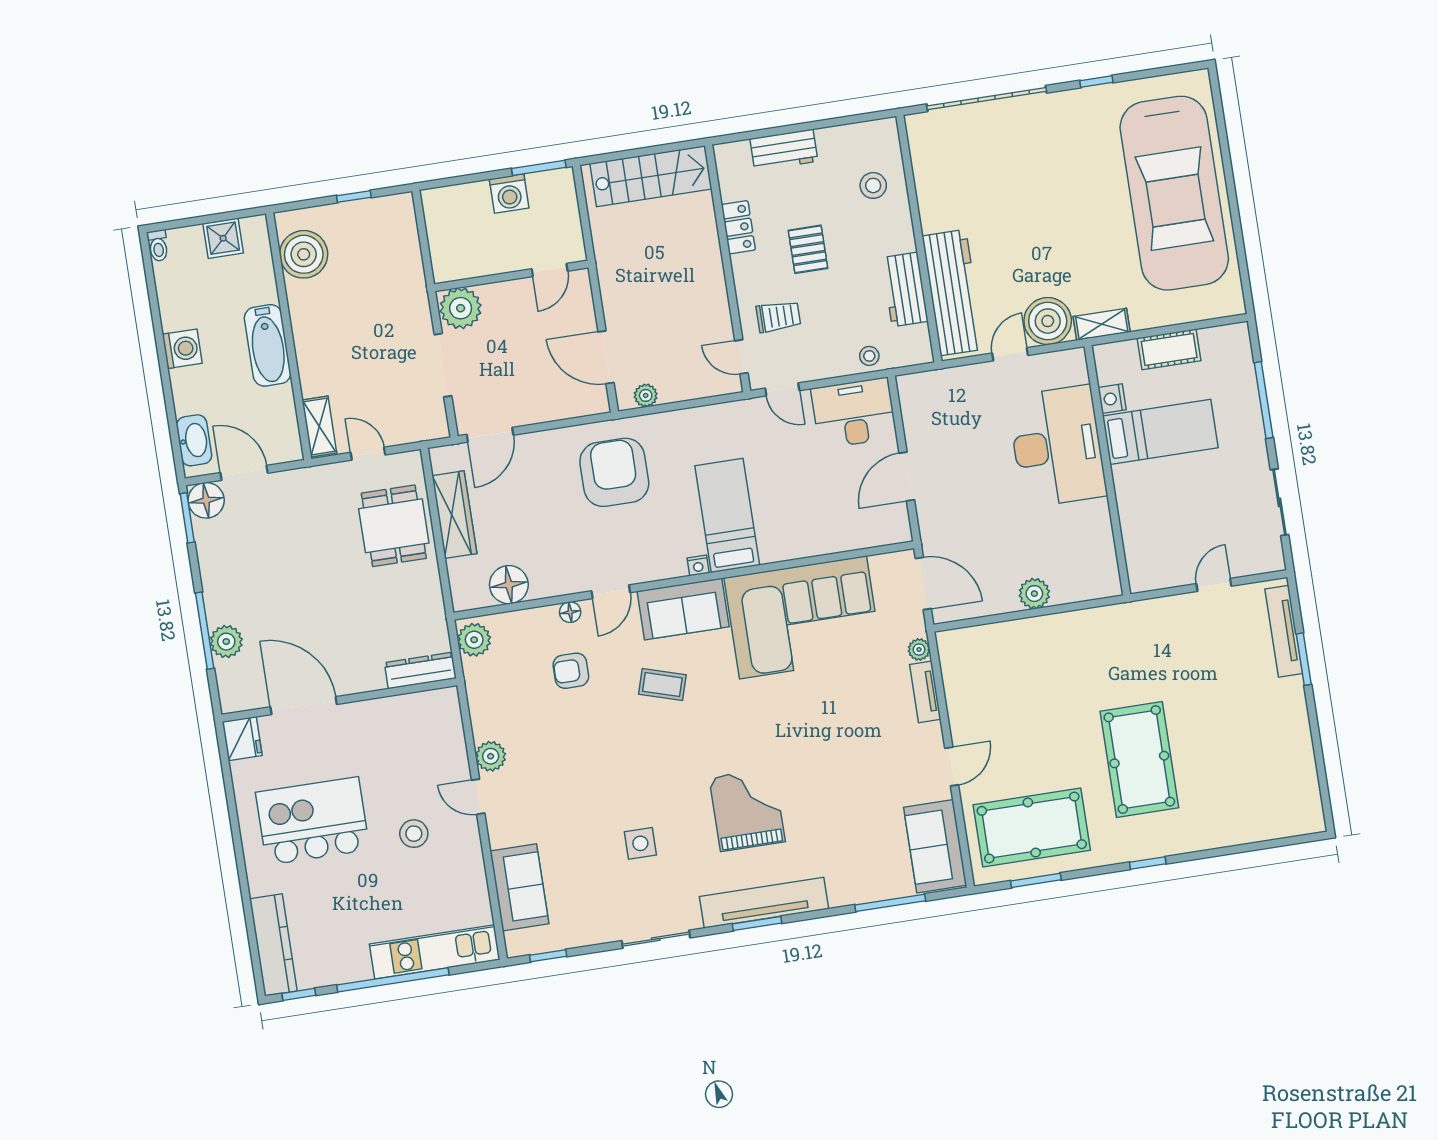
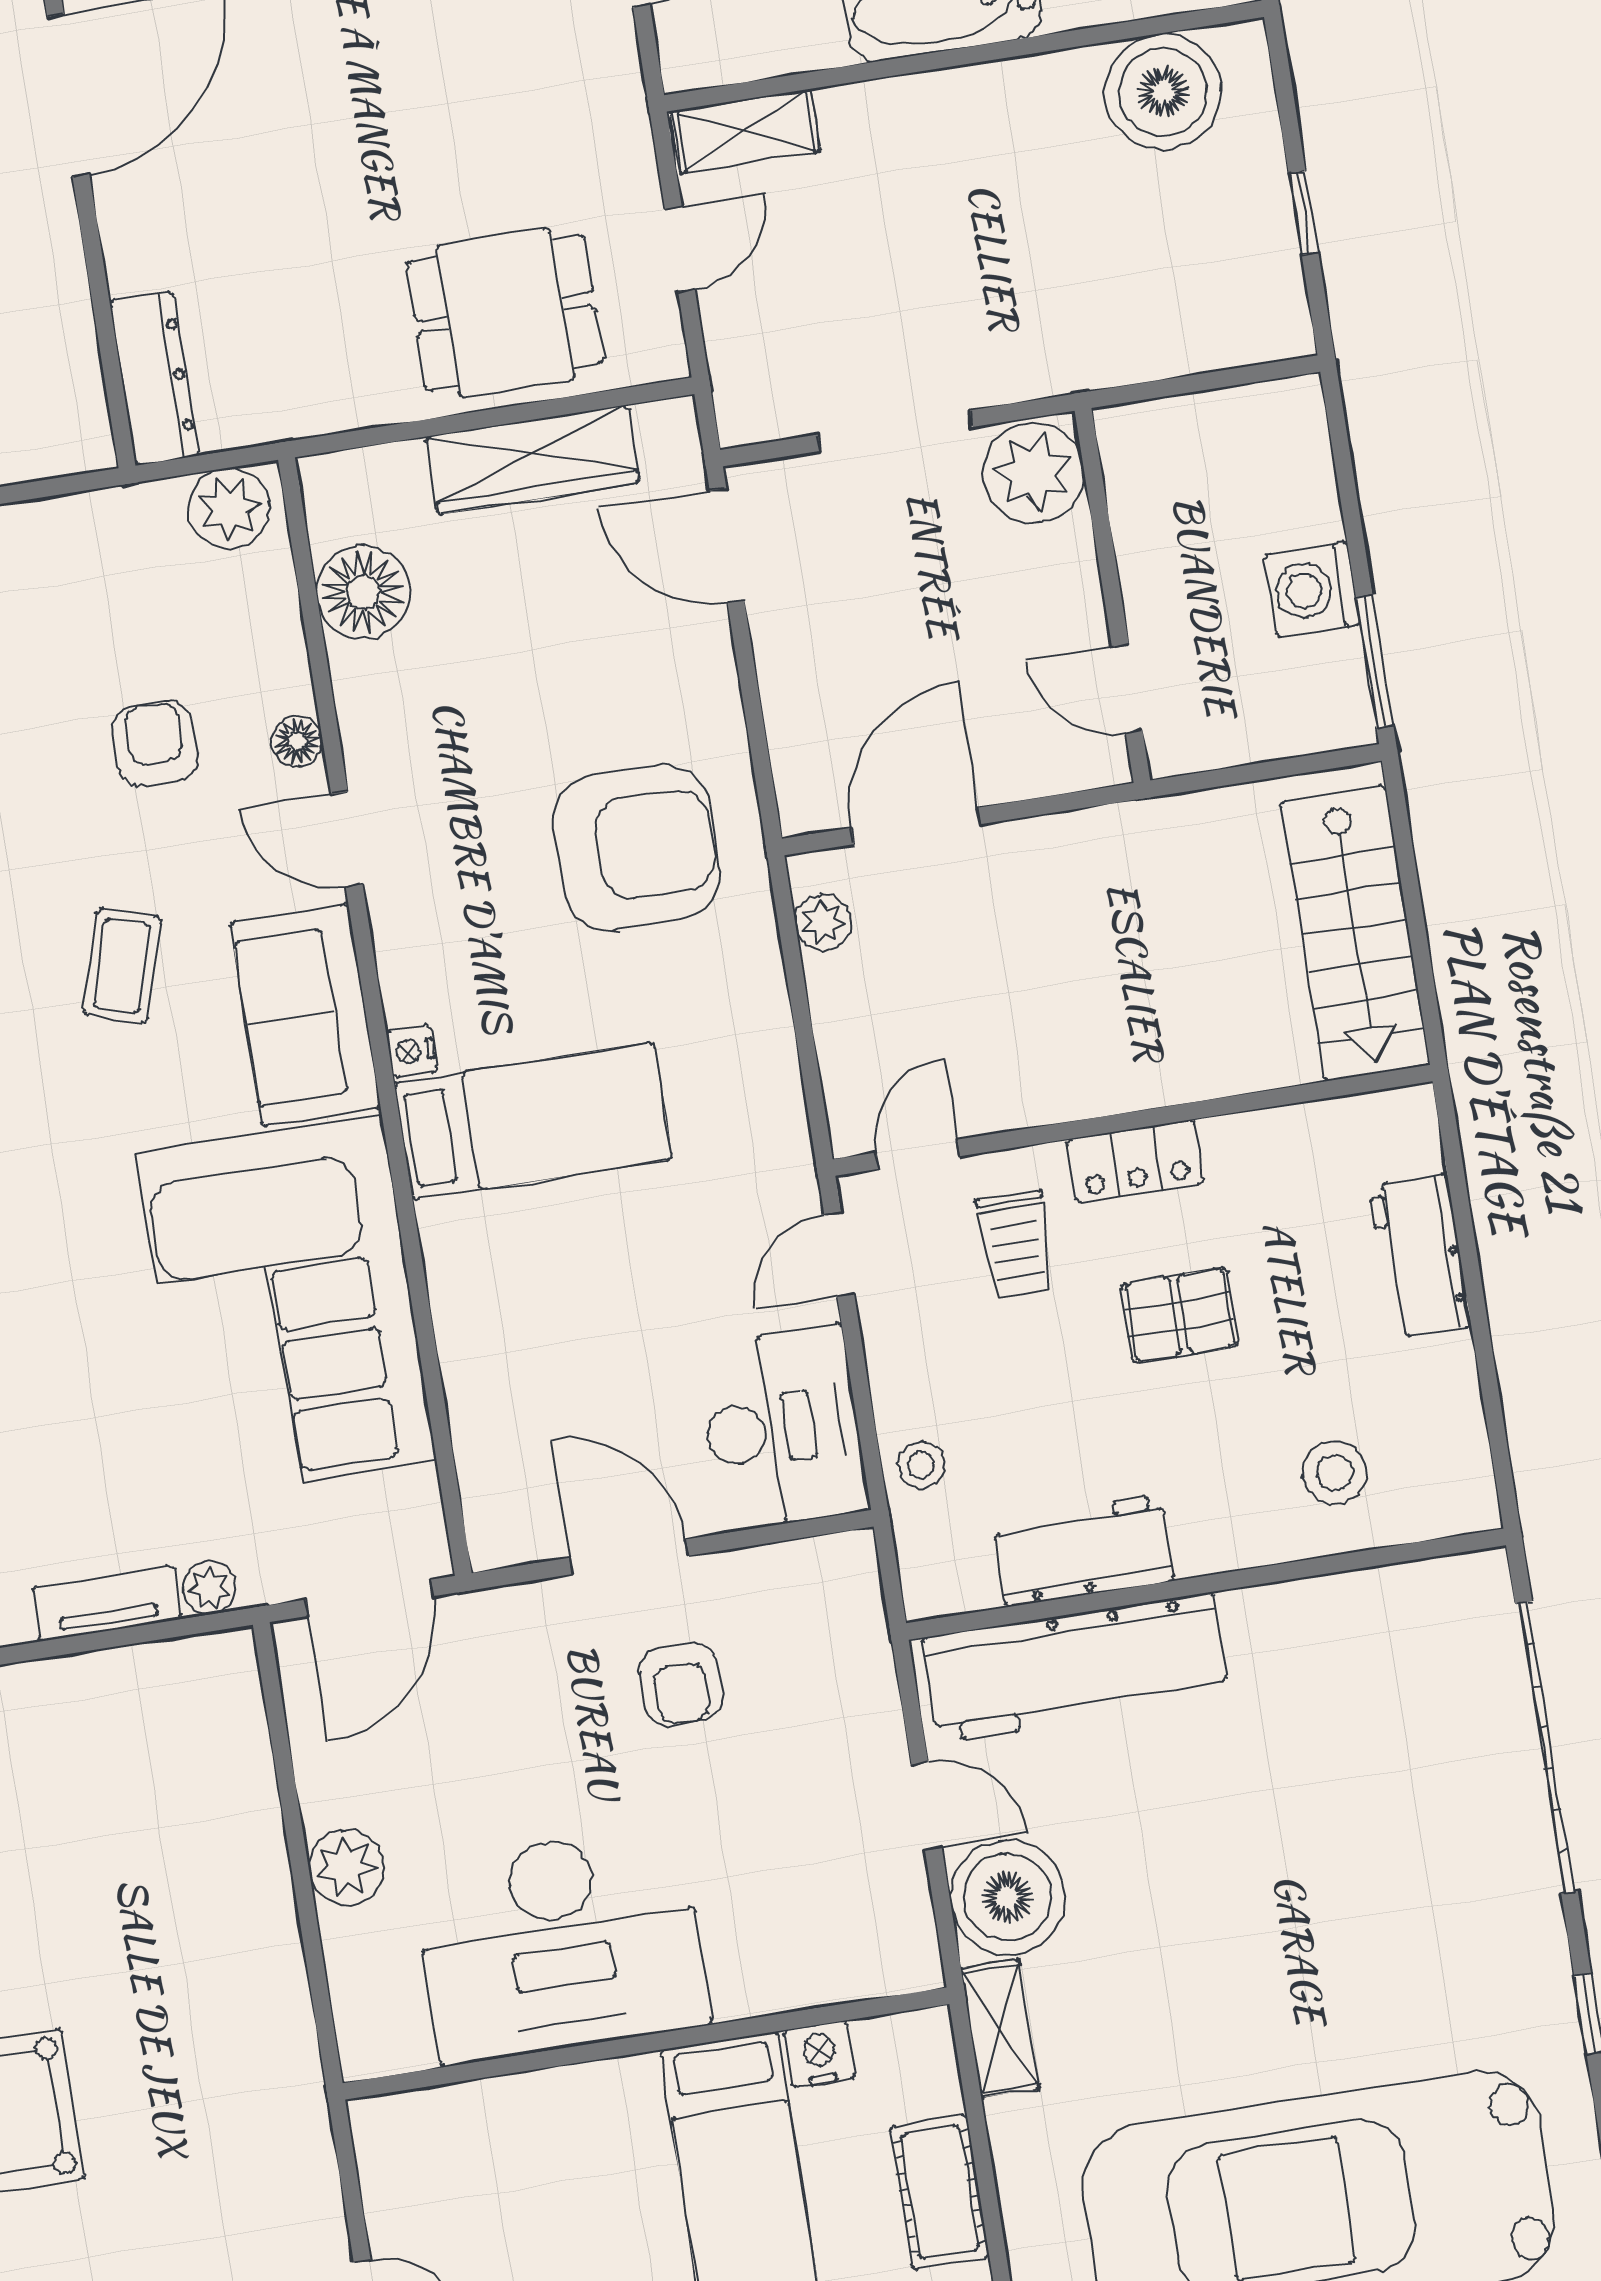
locker: (738, 227) -> (1135, 1161), moved
desk: (1057, 446) -> (561, 1944), moved
armchair: (959, 455) -> (681, 1684), added

